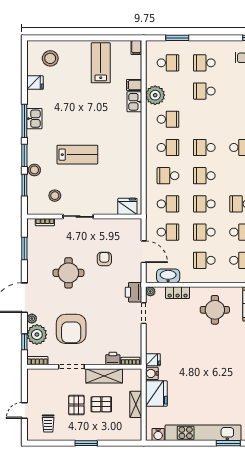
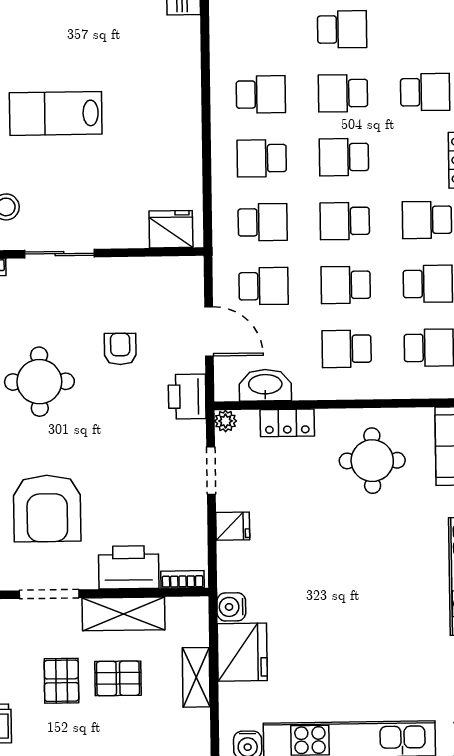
school desk: (168, 119) -> (342, 29), moved
lab bench: (77, 155) -> (56, 113), turned 180
printer: (134, 292) -> (187, 397), moved
printer: (113, 358) -> (129, 567), width x1.87, depth x1.48
fridge: (153, 360) -> (233, 526), moved

